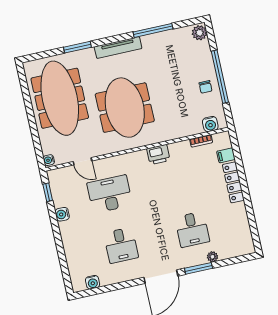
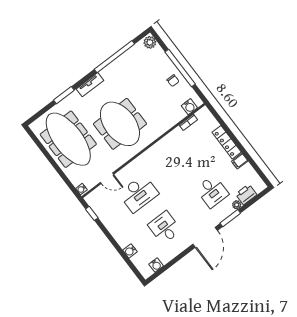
window: (153, 30) -> (114, 57), width x1.46
tv unit: (118, 48) -> (90, 85), width x0.71
printer: (158, 155) -> (246, 194), moved, turned 180
filing cabinet: (226, 155) -> (240, 161), moved
desk: (110, 194) -> (139, 193), turned 180
water cooler: (62, 214) -> (130, 251), moved
desk: (121, 245) -> (165, 228), turned 180

